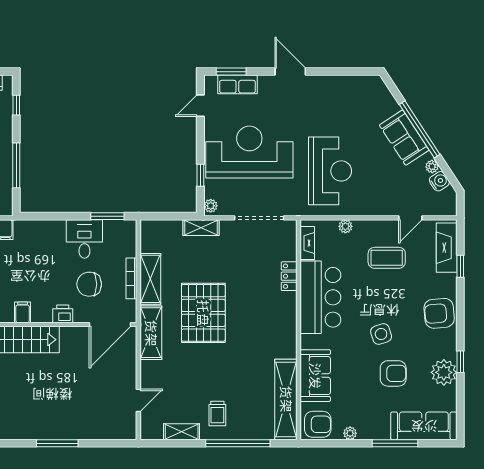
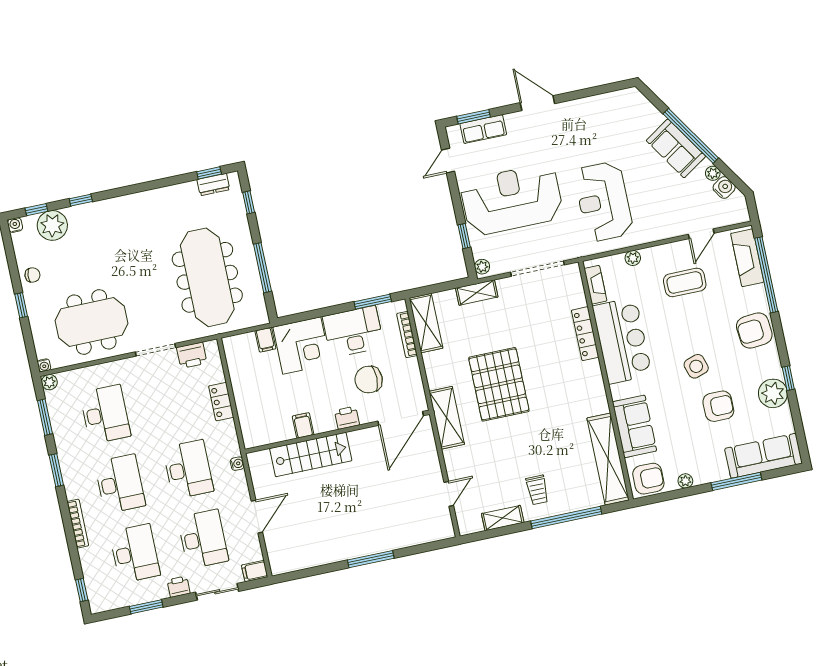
reception desk: (330, 171) -> (603, 202), turned 180
desk: (84, 239) -> (353, 332), width x1.37
corner desk: (36, 242) -> (302, 346), added
window: (460, 266) -> (766, 275), width x3.17
locker: (289, 276) -> (585, 334), width x1.53
bookcase: (131, 278) -> (407, 335), moved
shelving: (150, 279) -> (426, 323), moved

